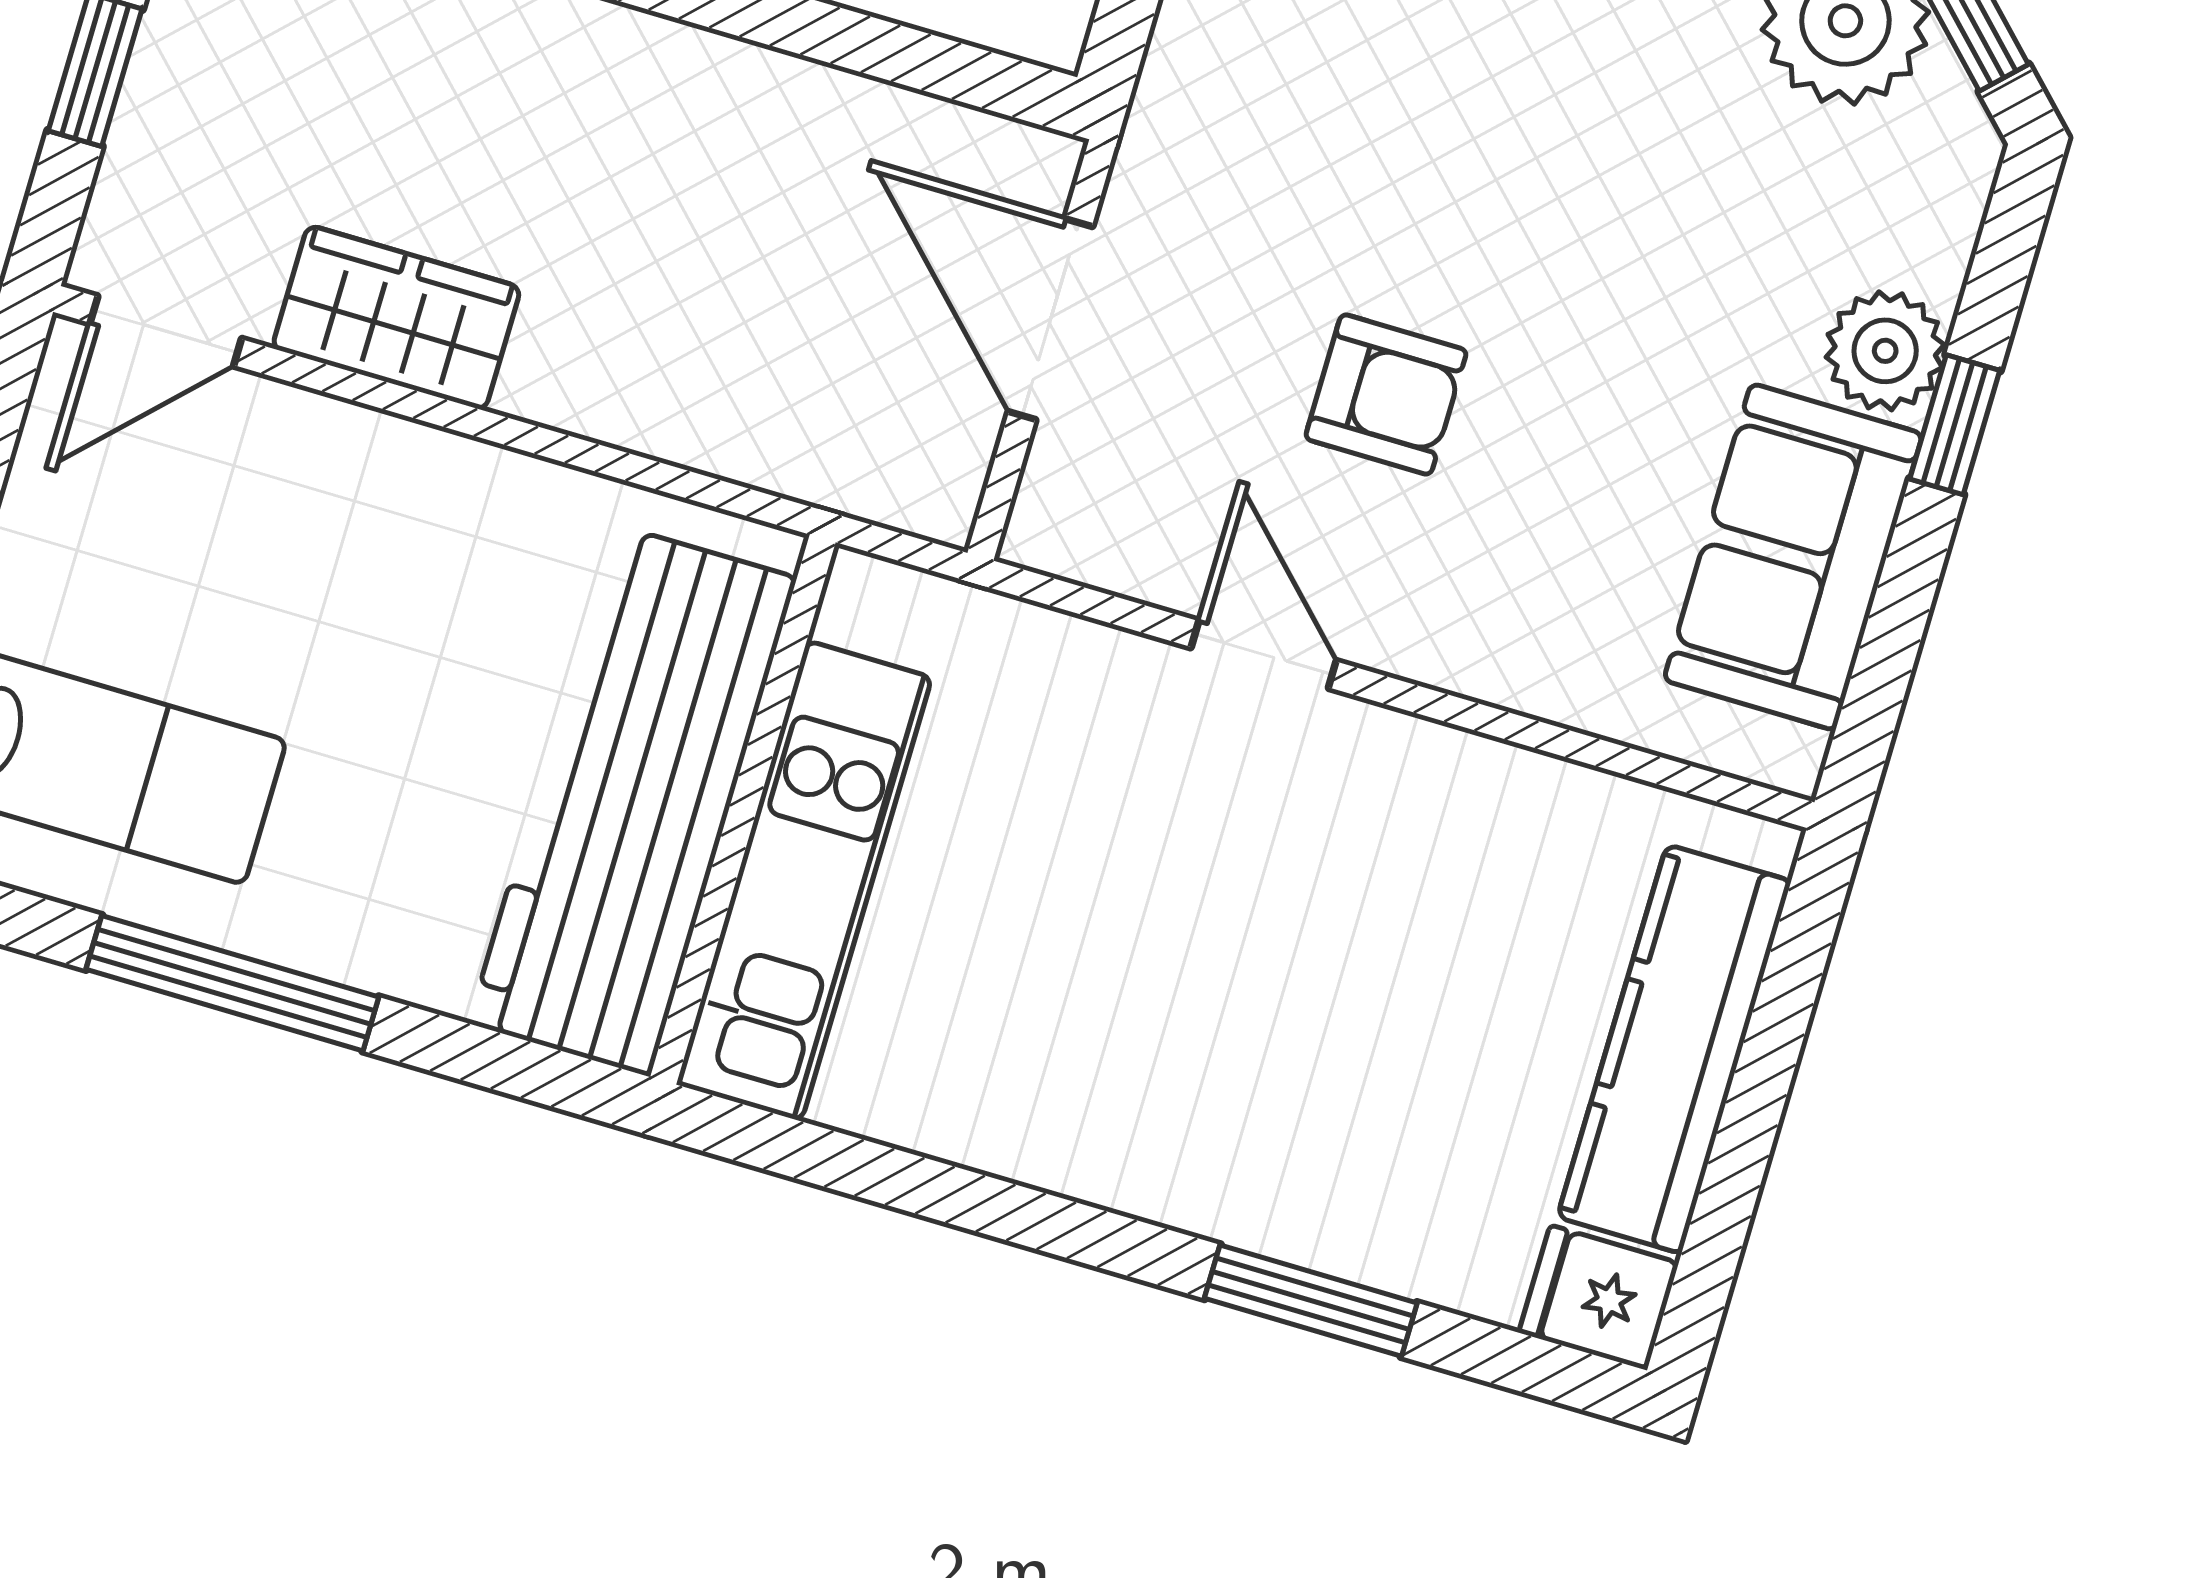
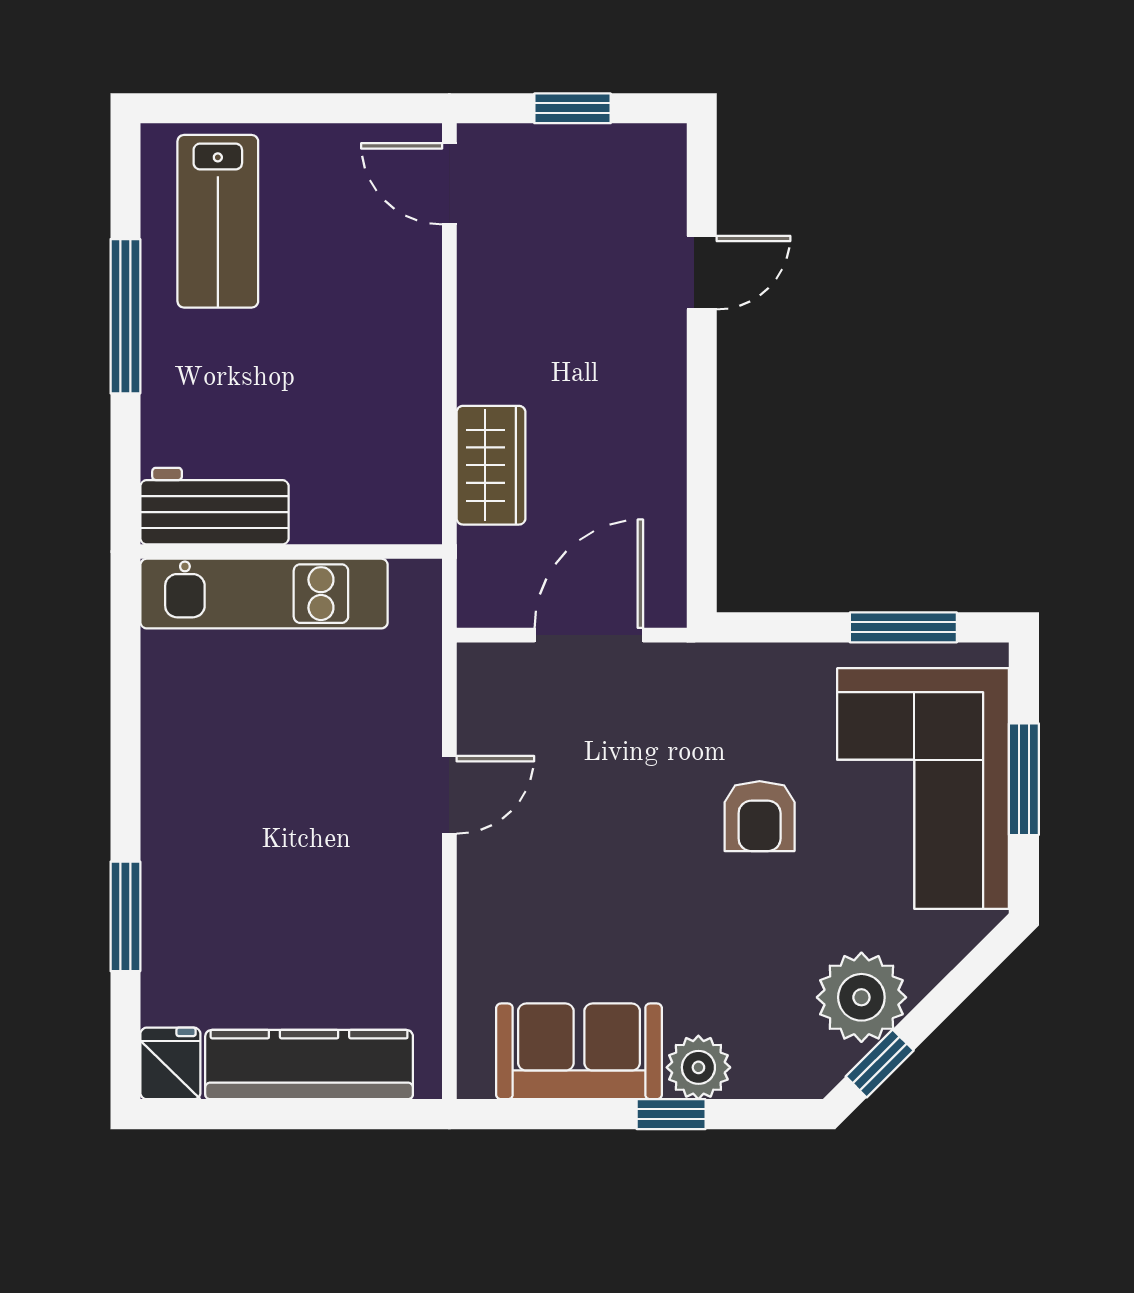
wardrobe: (396, 318) -> (491, 465), moved
armchair: (1386, 395) -> (760, 816), moved
workbench: (633, 801) -> (215, 506), width x0.53, depth x0.76

